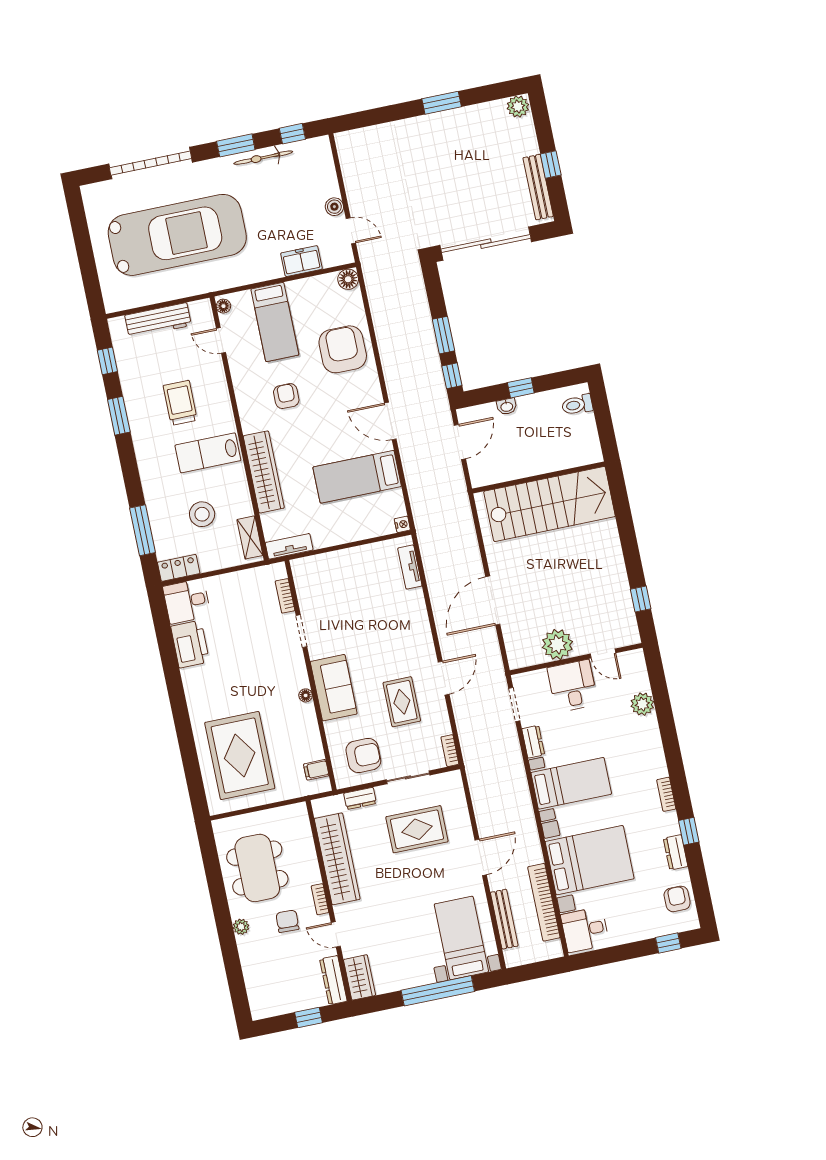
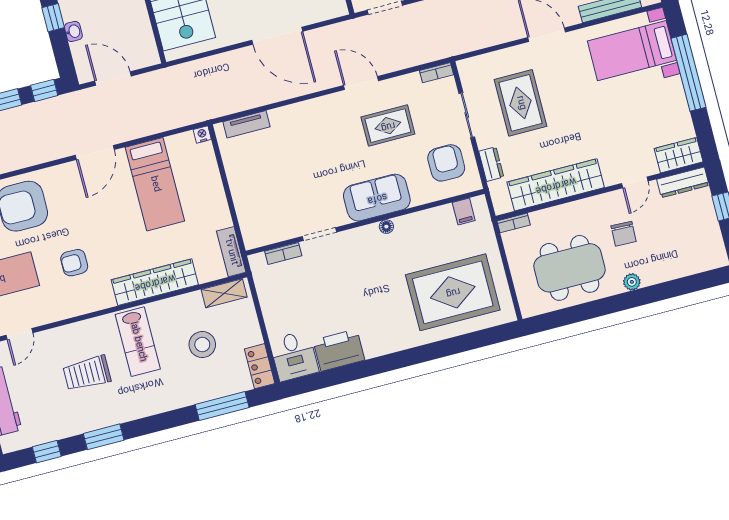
bookcase: (320, 899) -> (514, 223), moved
chair: (287, 921) -> (624, 234), turned -90

